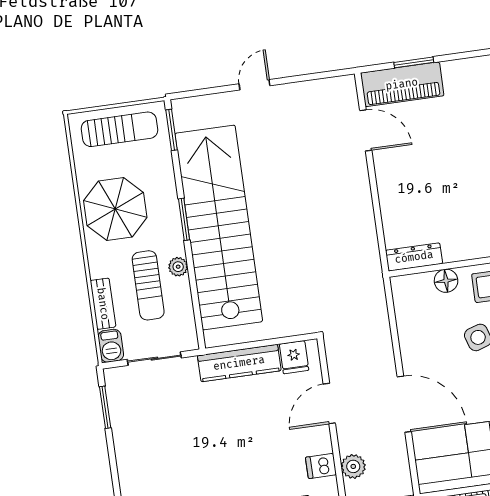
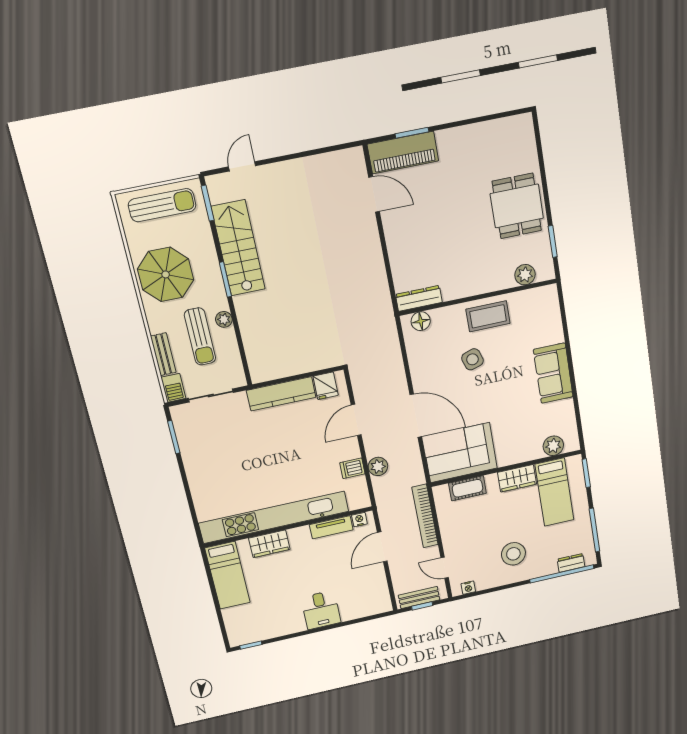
door: (255, 85) -> (242, 166), moved
stairs: (219, 227) -> (238, 248), width x0.54, depth x0.66
floor lamp: (446, 281) -> (421, 321), moved

